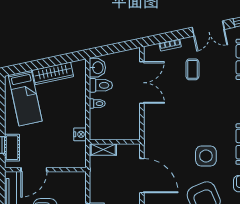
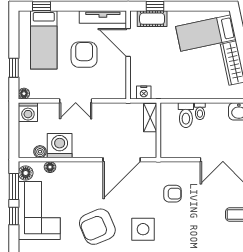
toilet: (101, 85) -> (186, 115), moved
armchair: (173, 129) -> (173, 194), added
nightstand: (80, 134) -> (144, 92), moved

